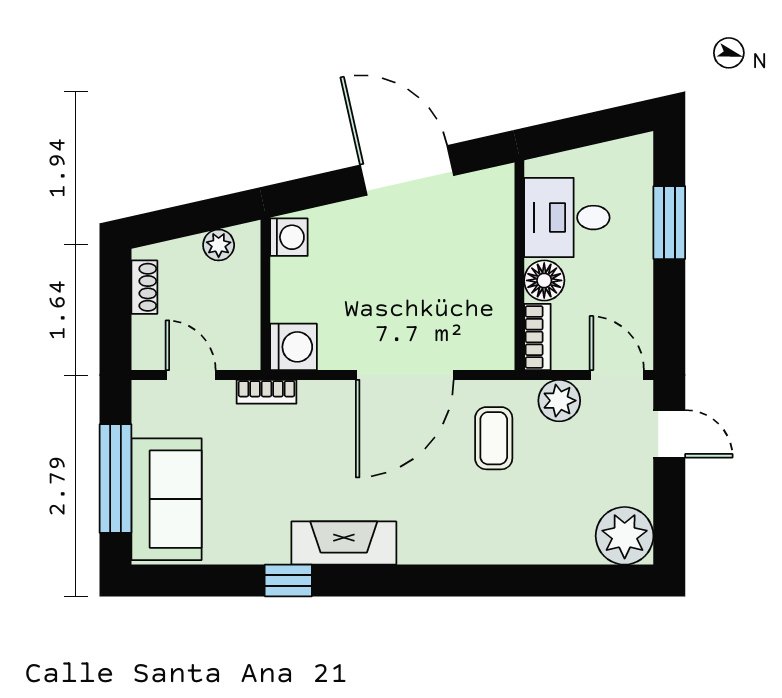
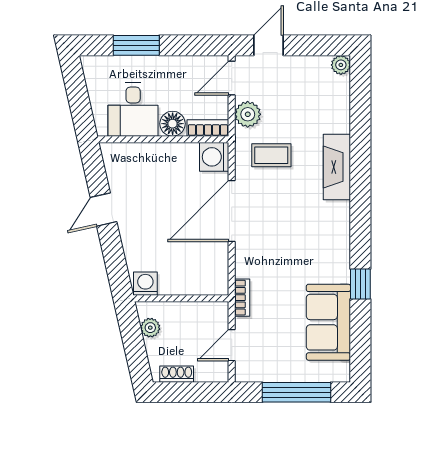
door: (407, 170) -> (104, 210), width x0.53
washing machine: (294, 347) -> (214, 157), moved, turned -90
door: (405, 375) -> (232, 211), swing flipped
sofa: (167, 499) -> (328, 322), moved, turned -90
plant: (625, 536) -> (341, 65), width x0.53, depth x0.53
fireplace: (344, 543) -> (337, 167), moved

